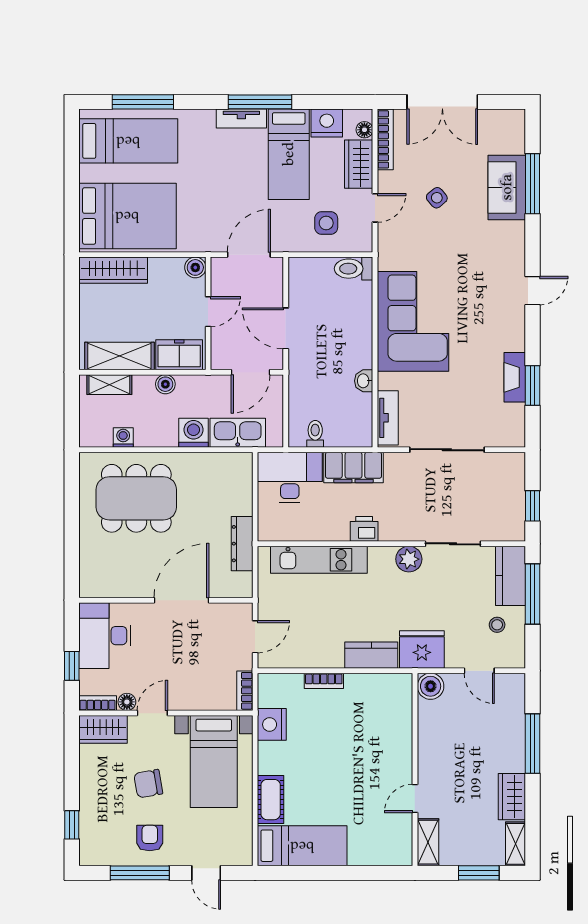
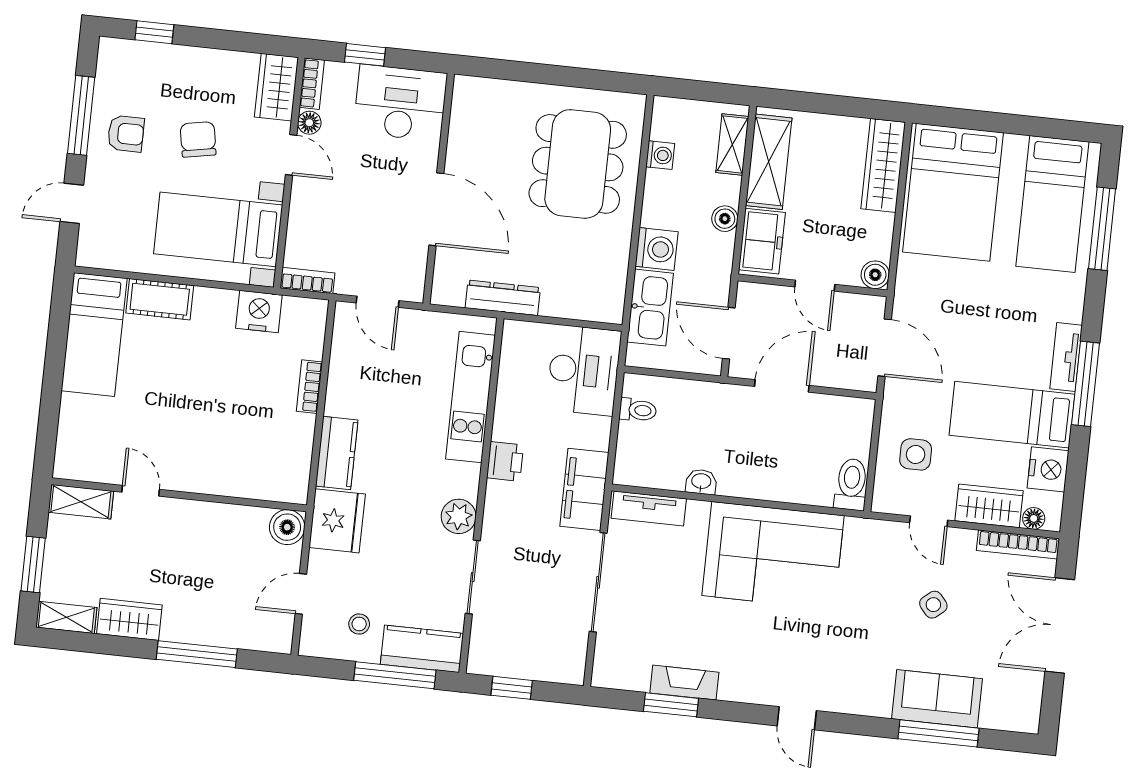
filing cabinet: (354, 467) -> (584, 489), moved

